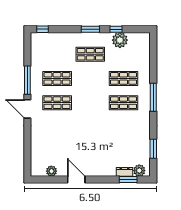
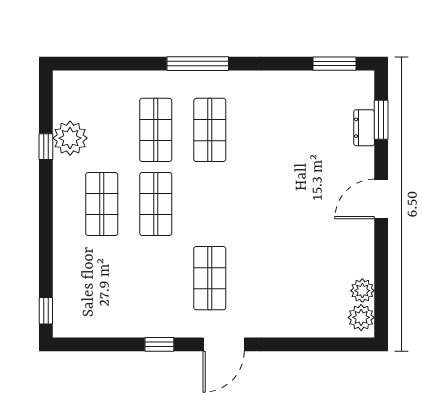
window: (90, 29) -> (46, 204), removed
shop shelf: (57, 78) -> (156, 204), moved
window: (27, 80) -> (159, 344), width x0.46
window: (153, 149) -> (335, 64), moved
plant: (139, 171) -> (361, 317), moved
door: (76, 179) -> (381, 199), moved

